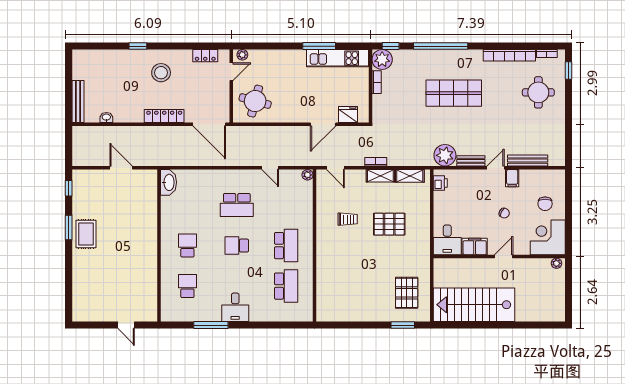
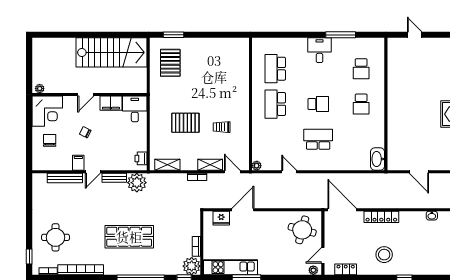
shelving: (380, 176) -> (210, 165), moved

